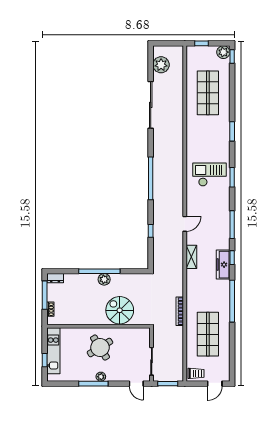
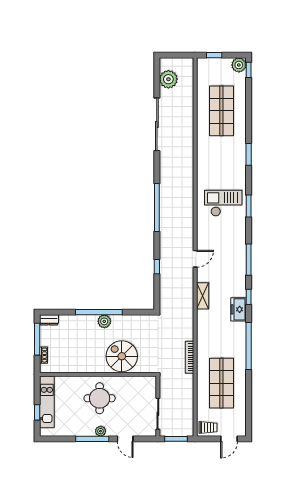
freezer: (223, 265) -> (238, 309), width x0.71
round table: (100, 348) -> (100, 398), turned 32
door: (136, 384) -> (125, 439), moved

